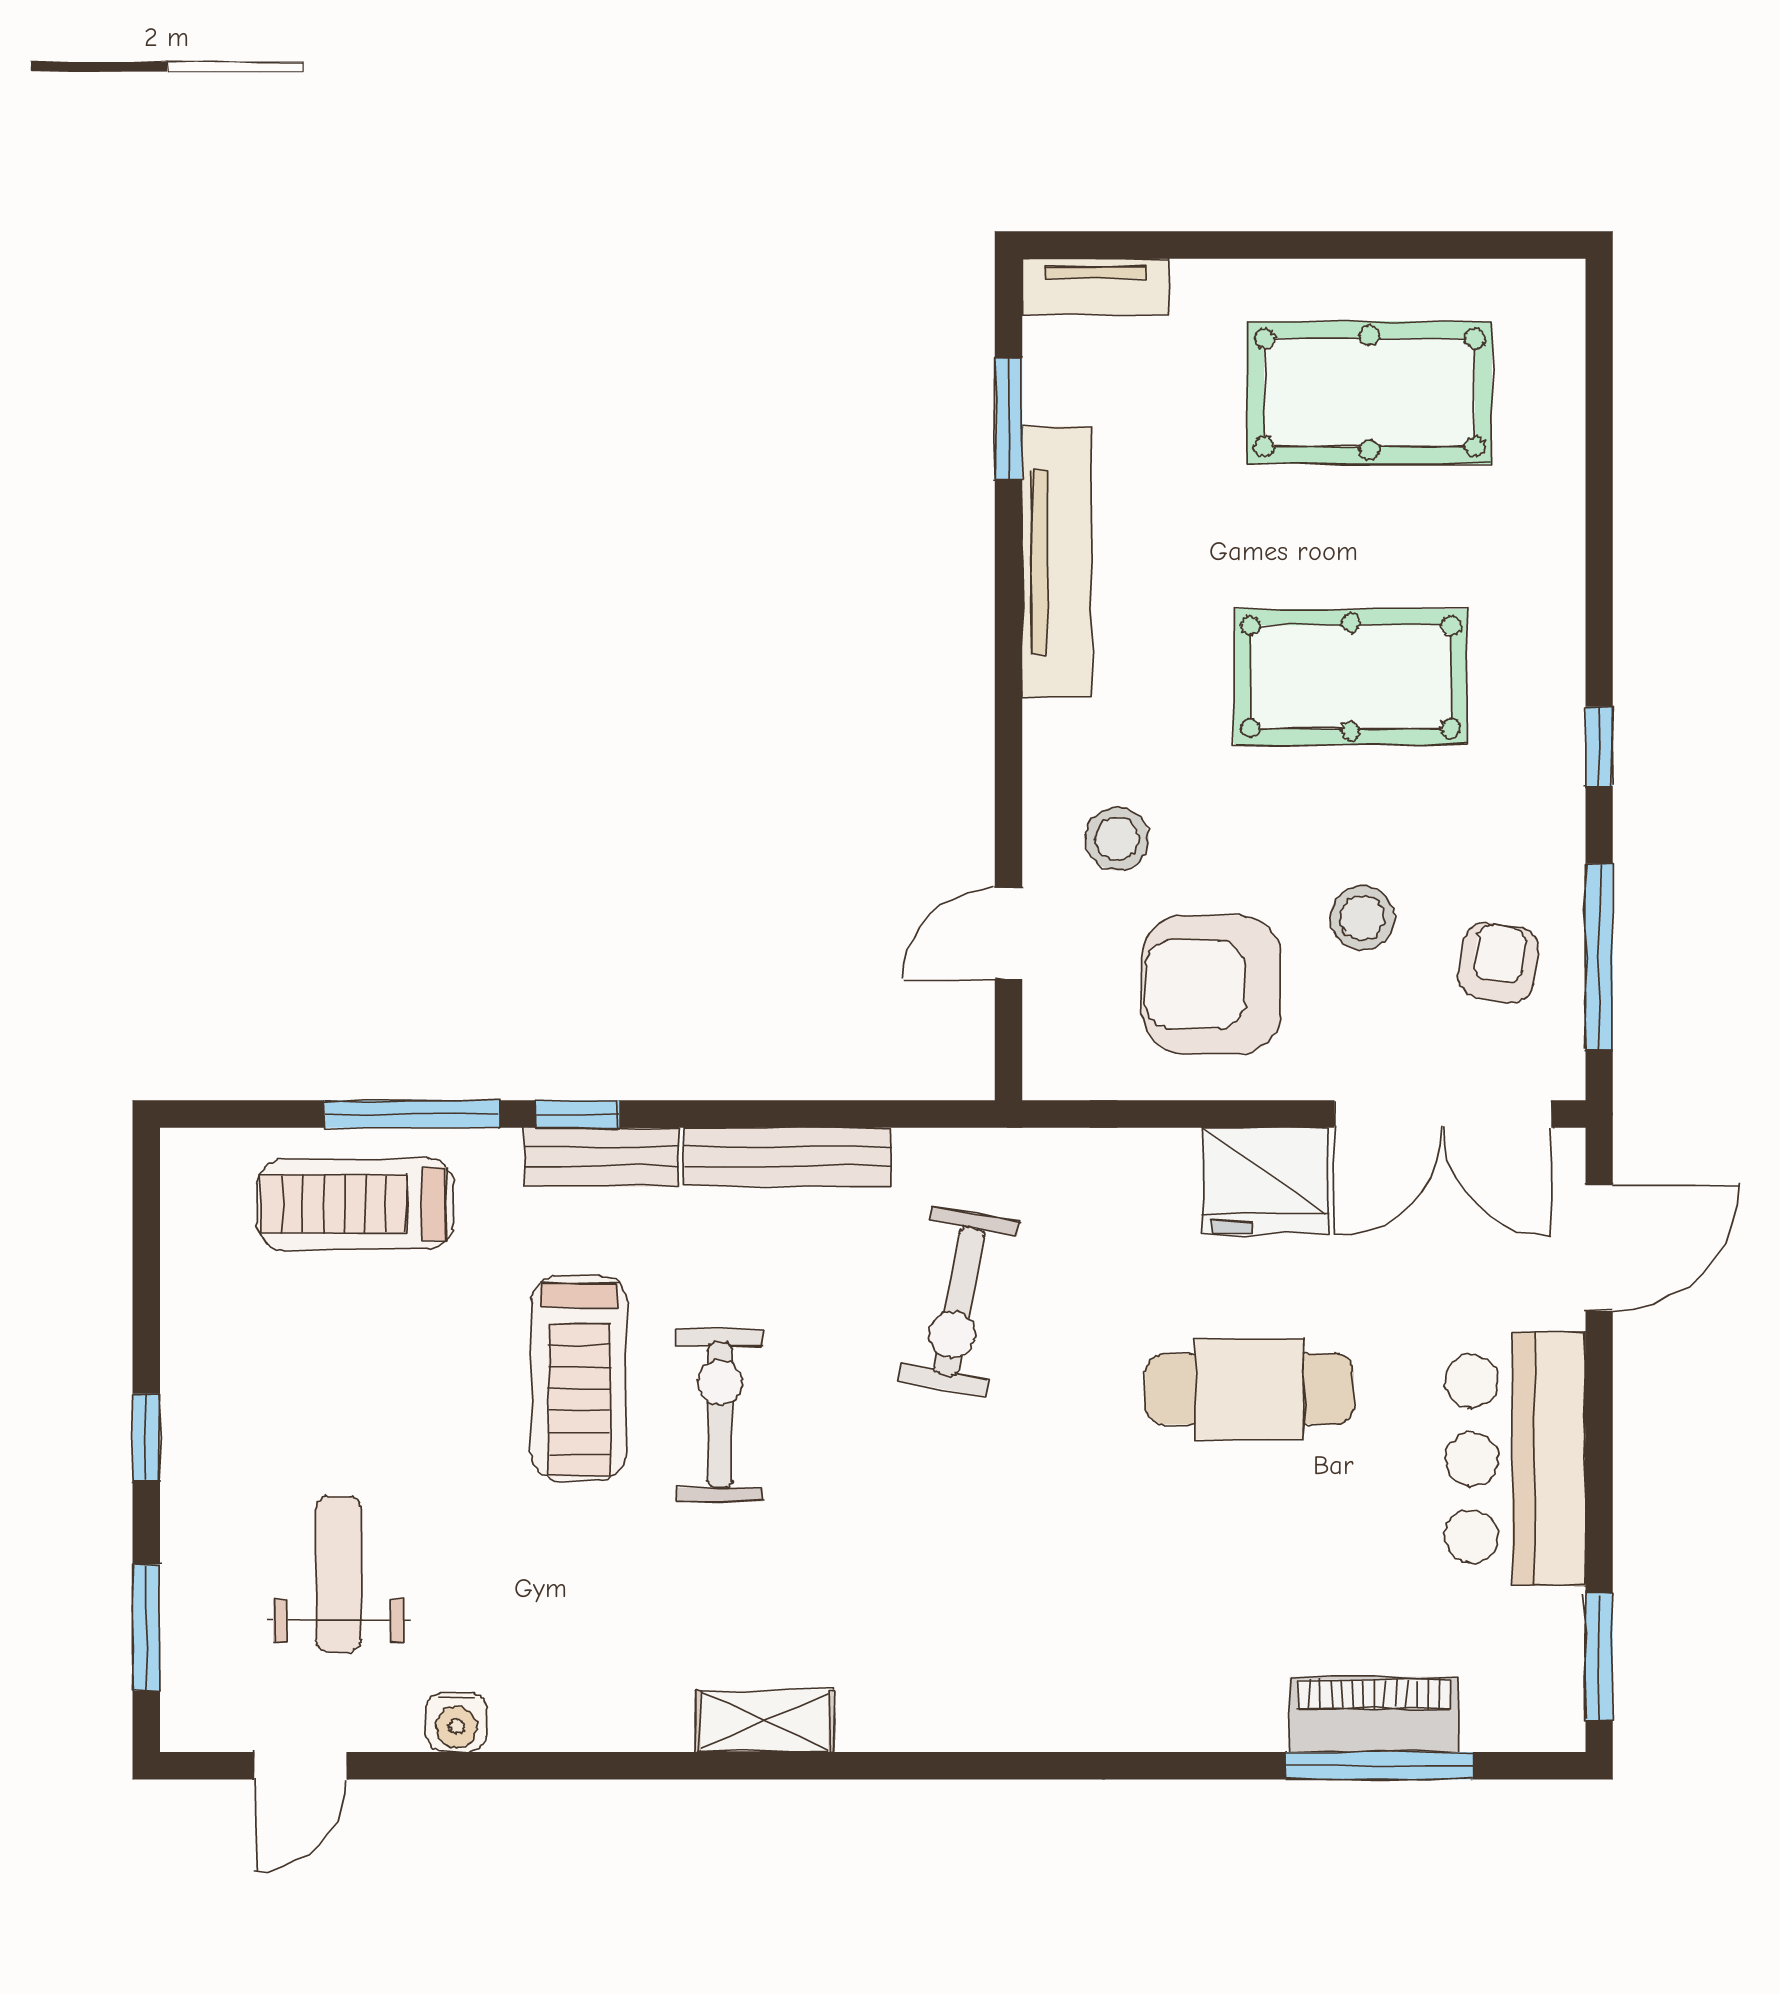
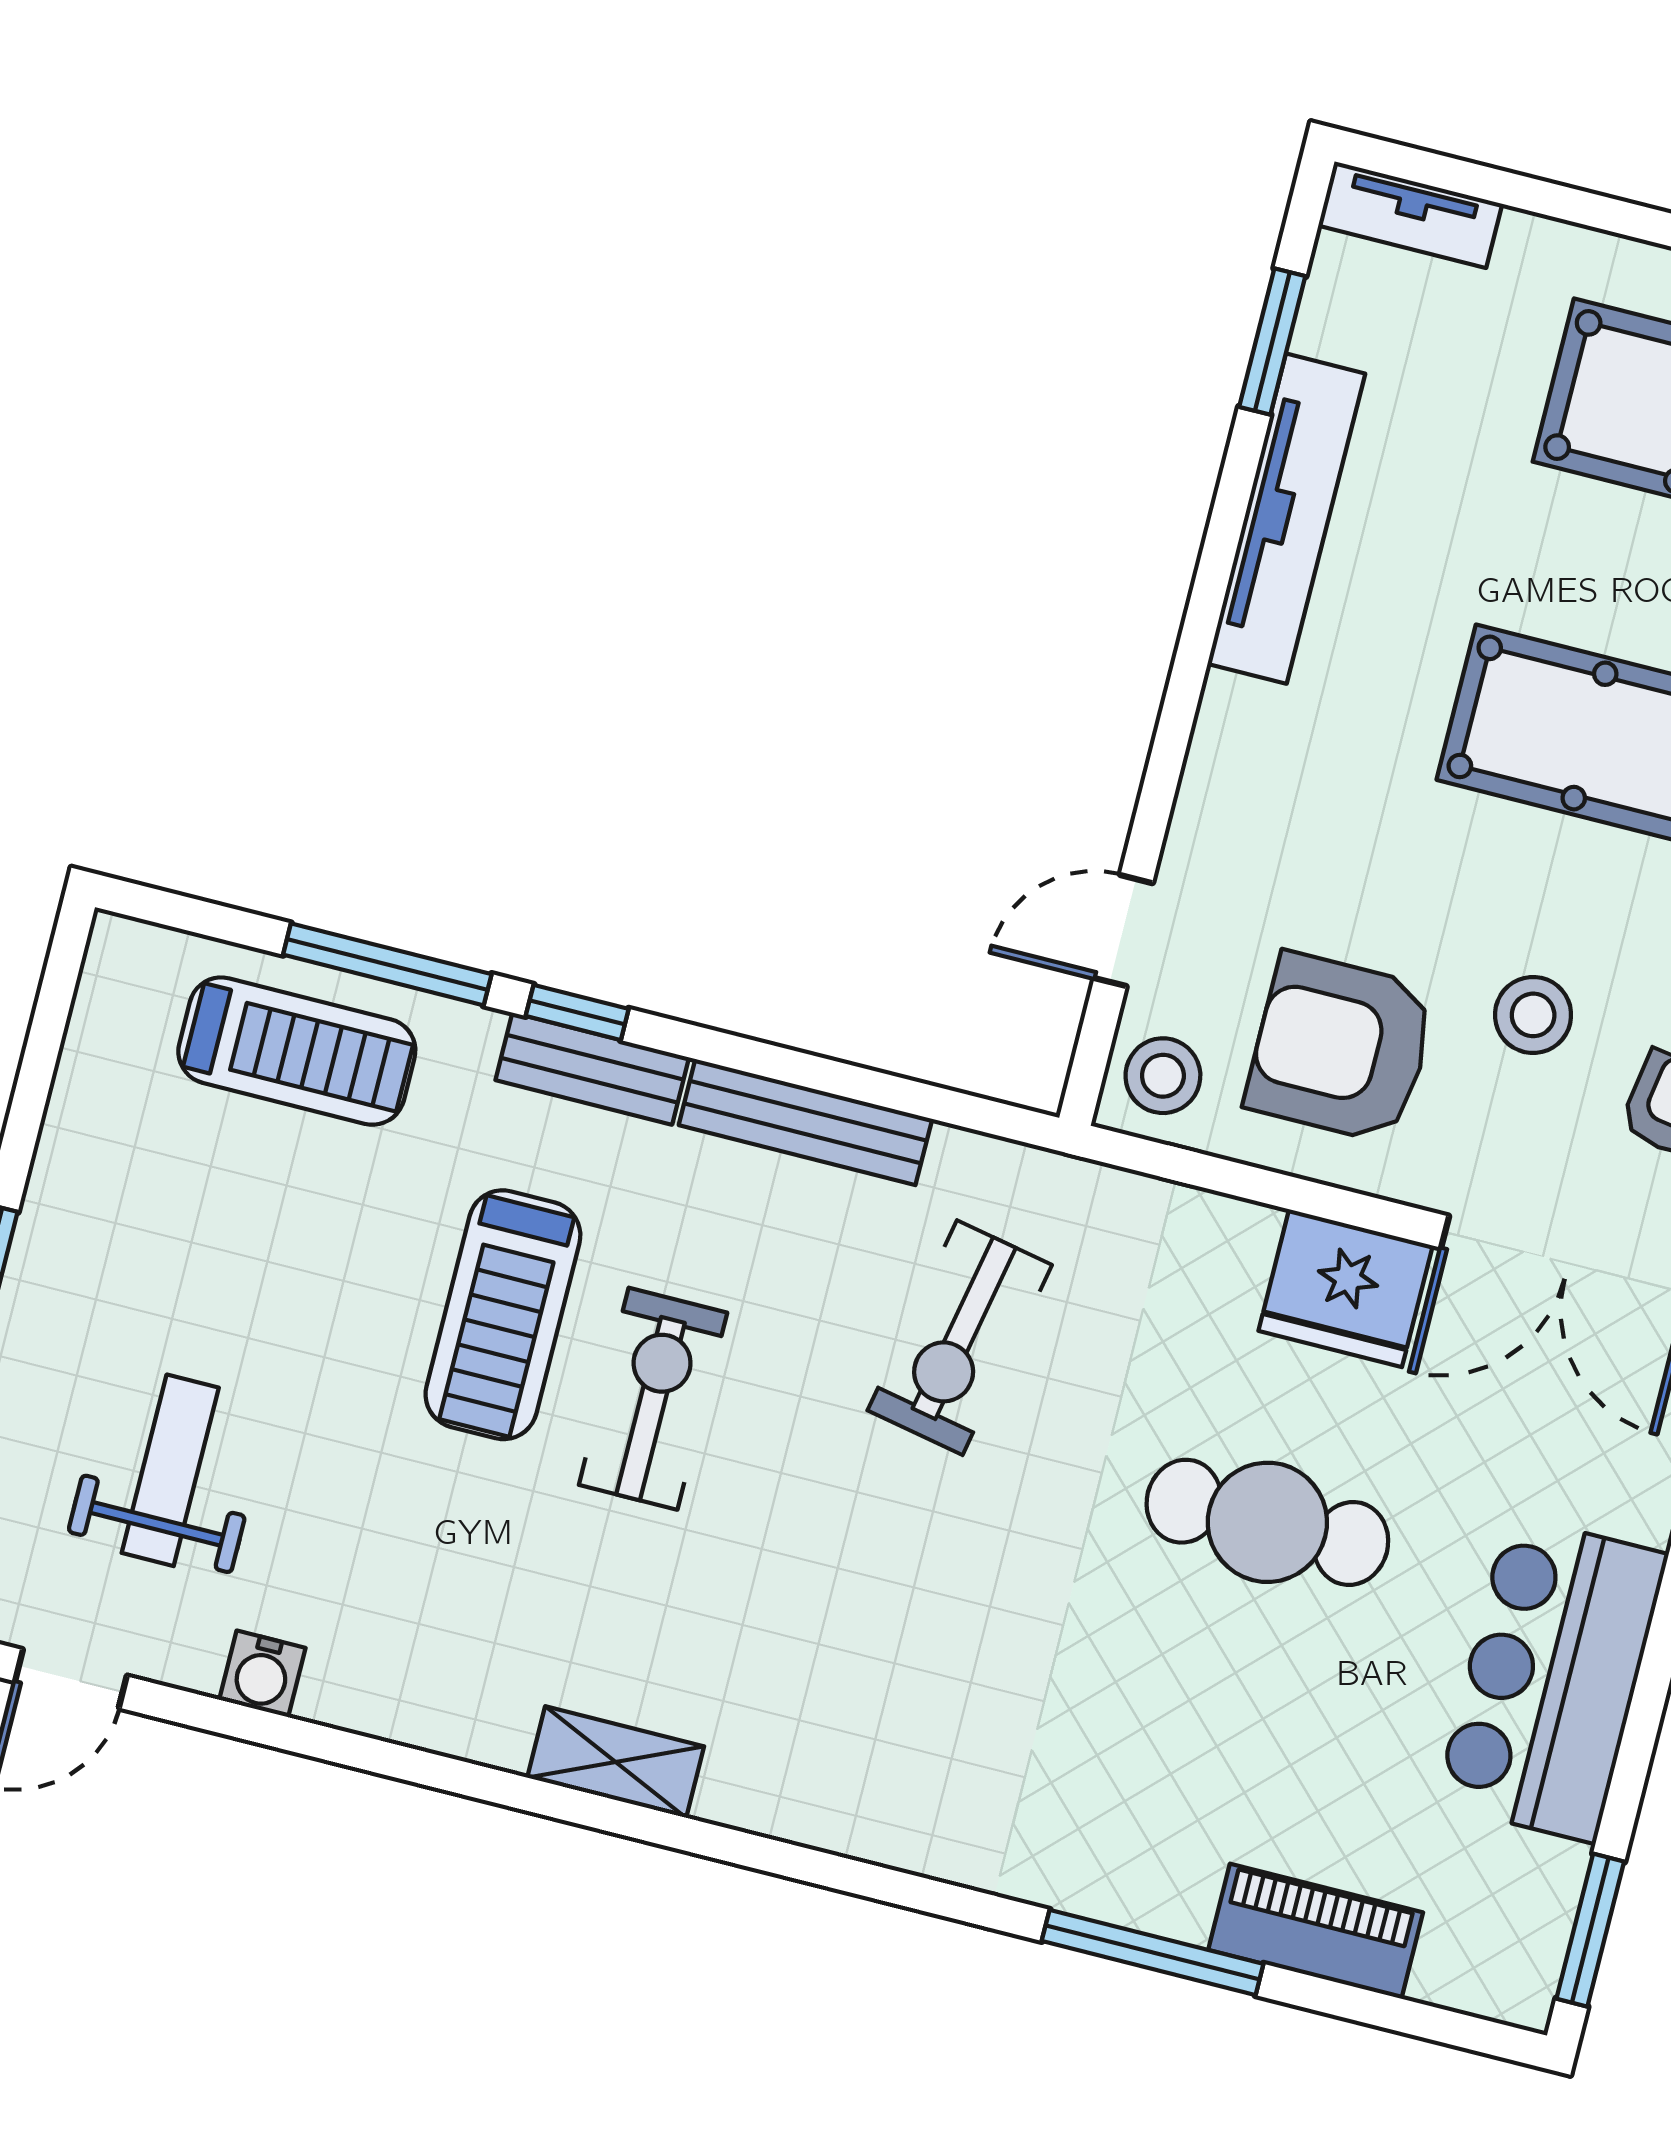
stool: (1117, 839) -> (1163, 1076), moved
treadmill: (355, 1204) -> (297, 1051), turned 180
window: (1379, 1766) -> (1153, 1952), moved

